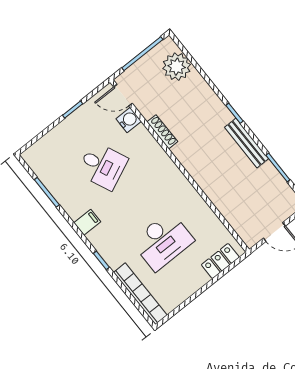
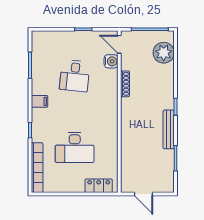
desk: (103, 166) -> (75, 76), turned 30

